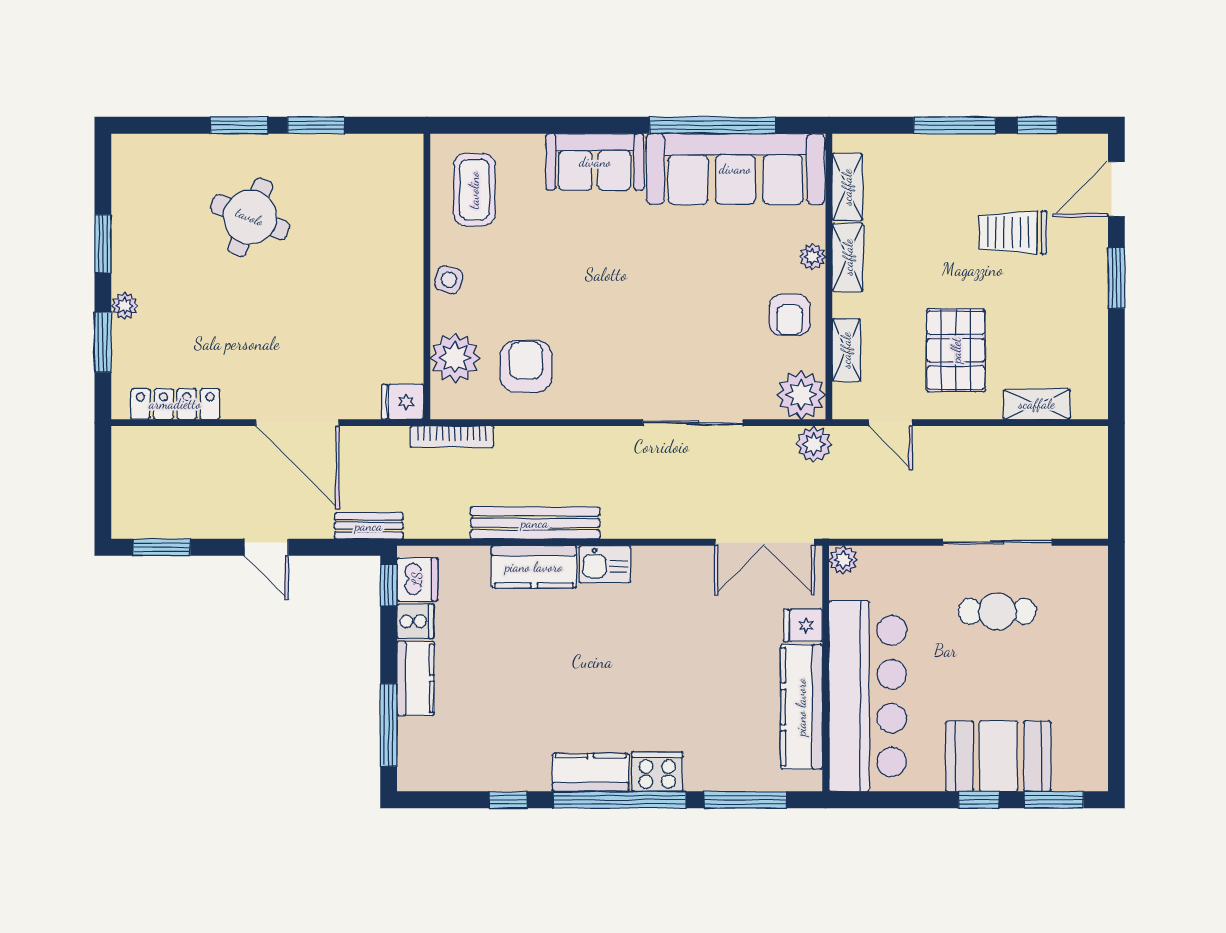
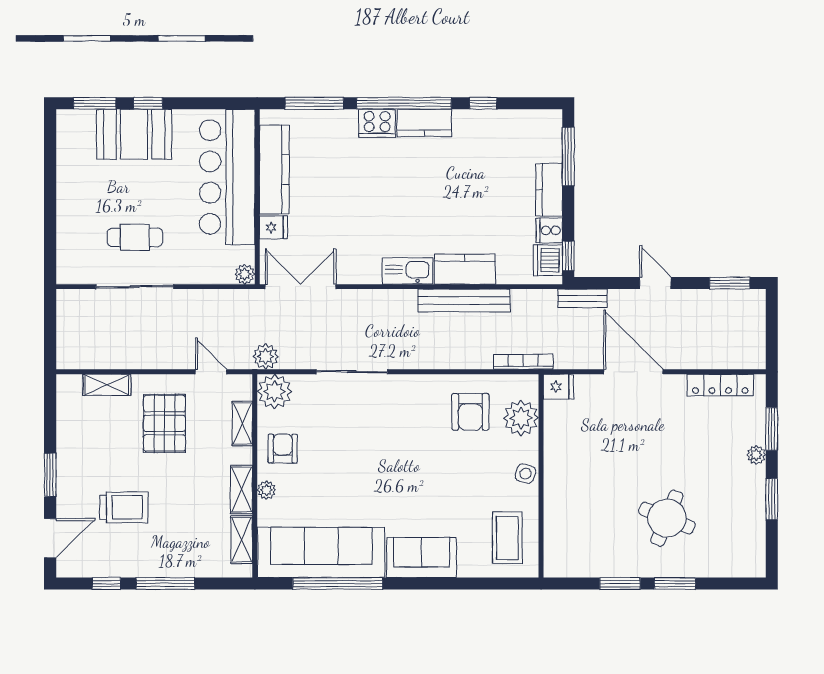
kitchen sink: (605, 564) -> (408, 271), width x1.38

